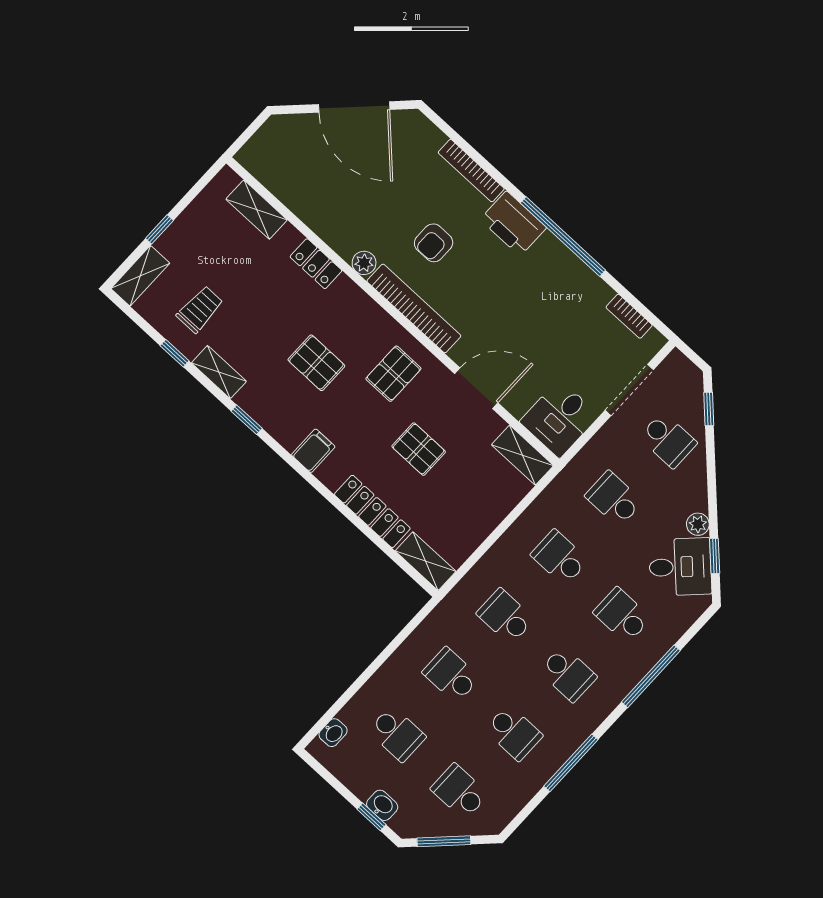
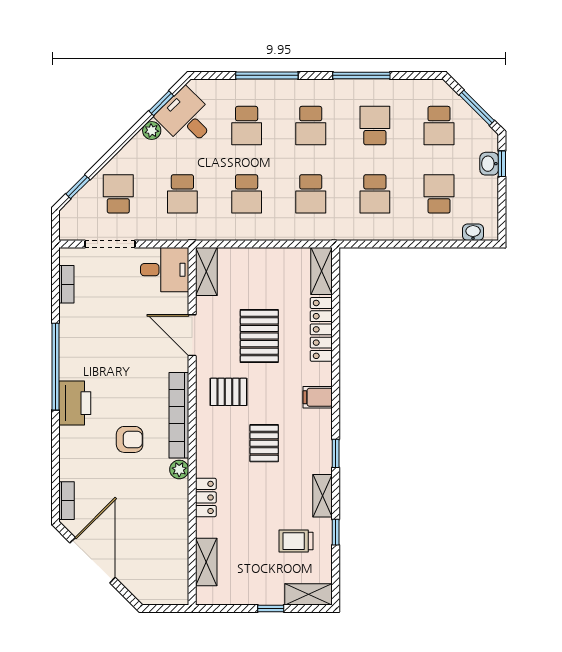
bookcase: (471, 171) -> (66, 501), moved, width x0.64
pallet: (419, 449) -> (259, 336), width x1.50, depth x1.42
school desk: (568, 674) -> (311, 126), turned 180

